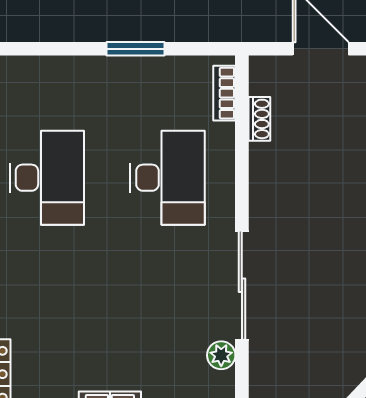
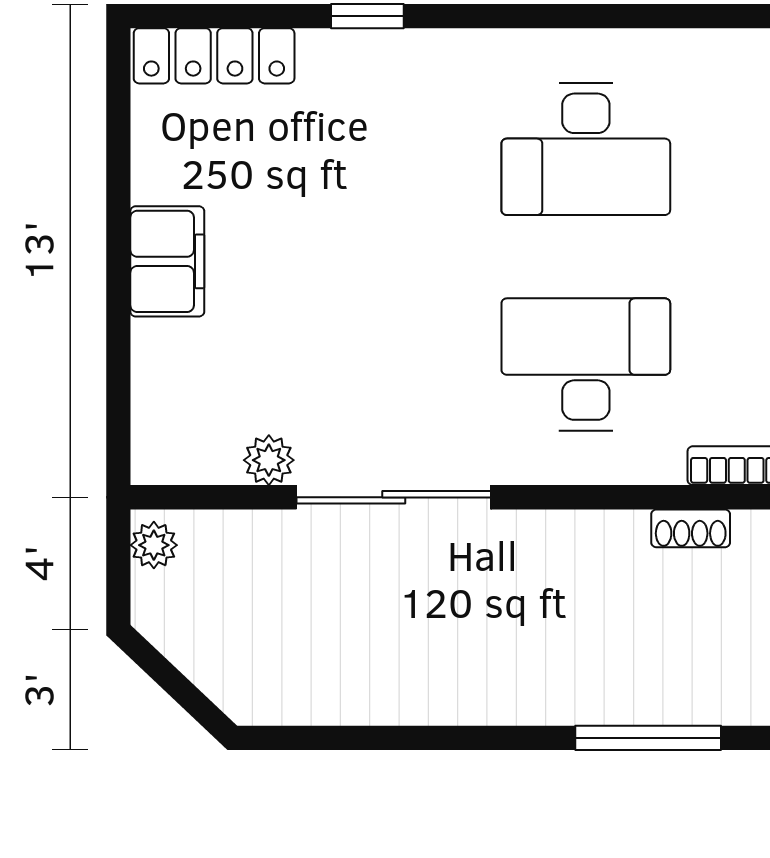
desk: (168, 178) -> (586, 364), turned 180

